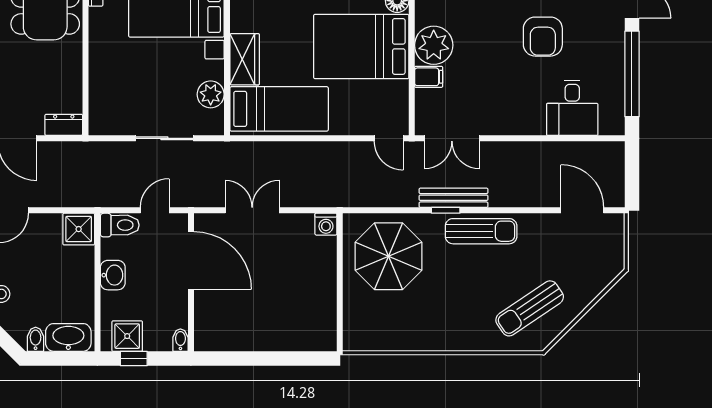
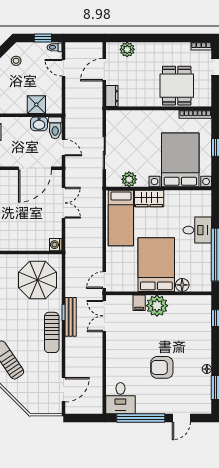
desk: (572, 108) -> (120, 398), moved, turned -90
shower: (79, 229) -> (36, 105), moved
washbasin: (113, 275) -> (39, 124), moved

